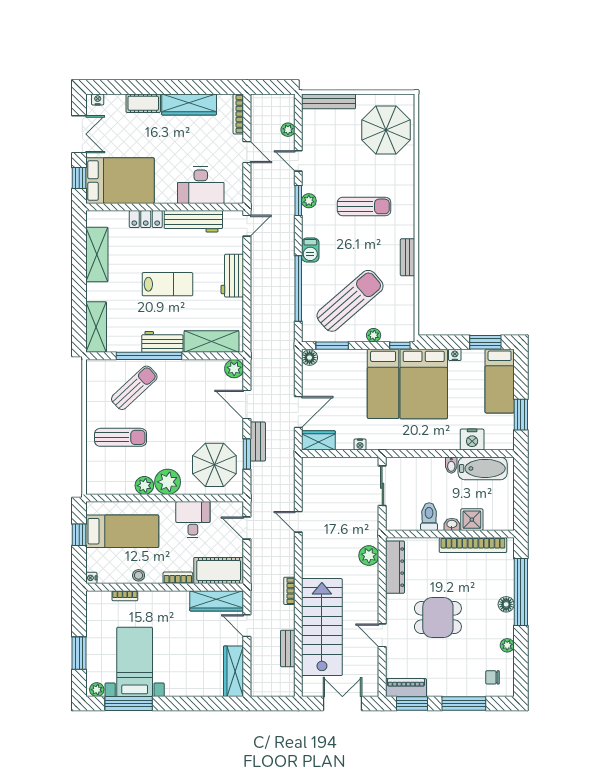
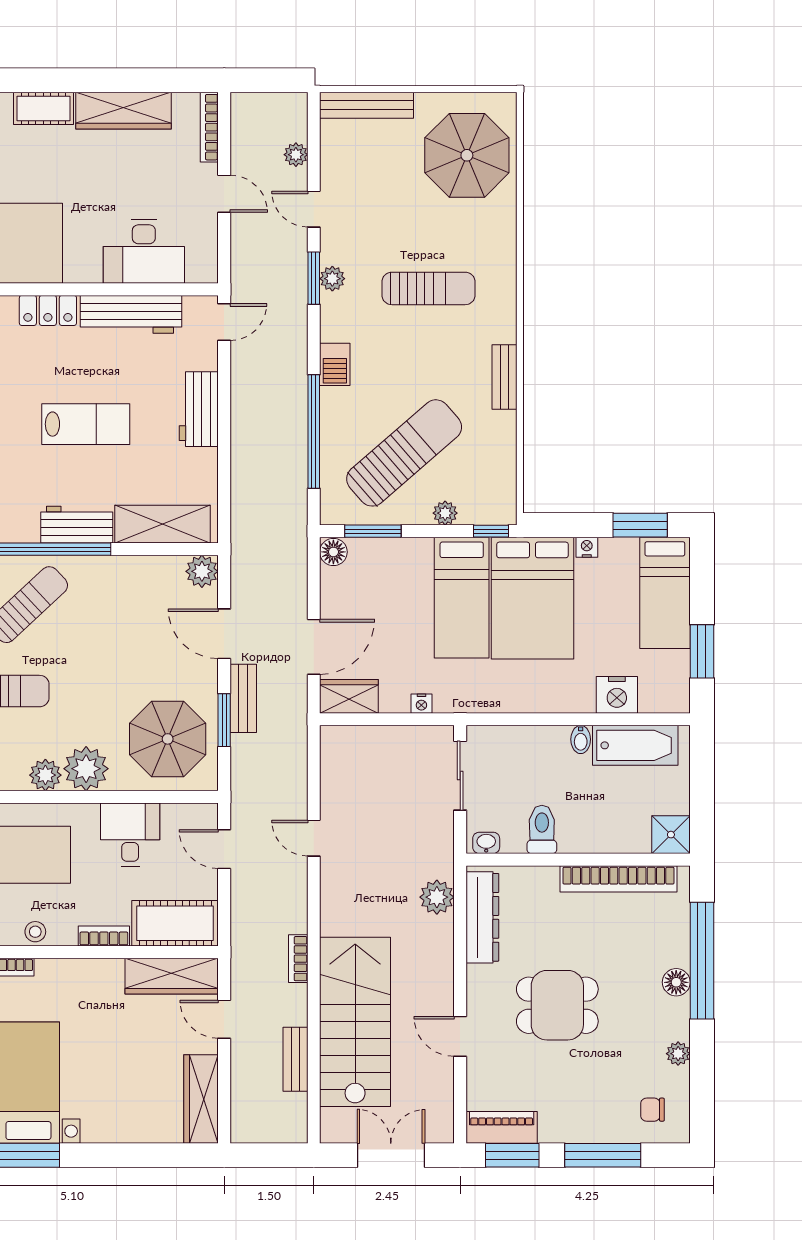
shower: (472, 520) -> (671, 835), moved
washbasin: (452, 524) -> (486, 843), moved

